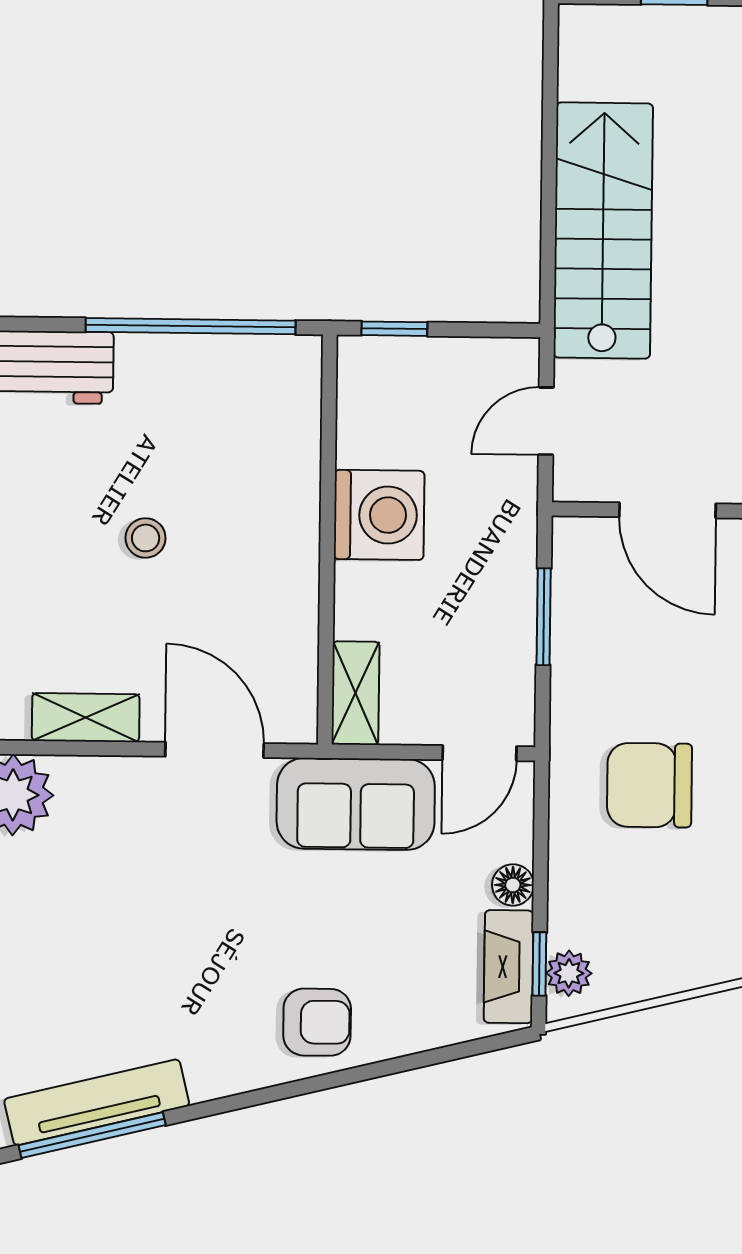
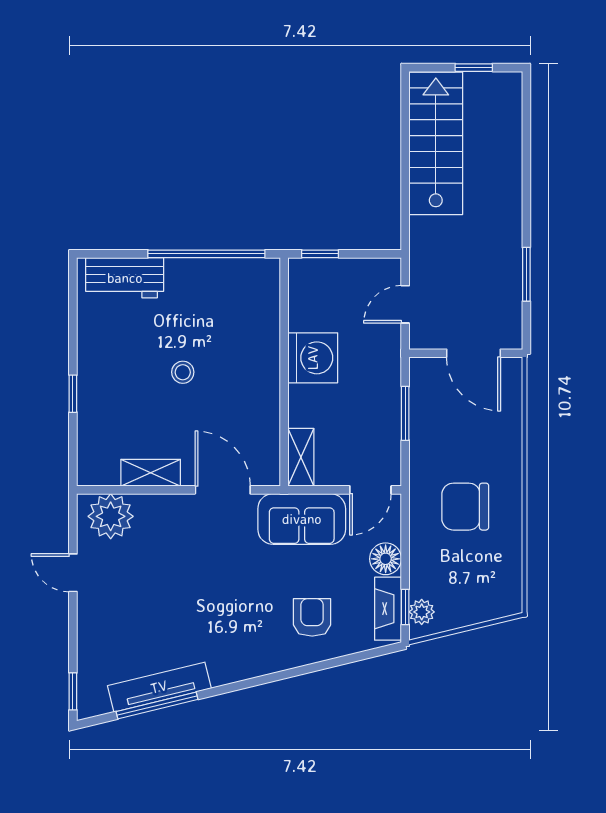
stairs: (603, 230) -> (436, 143), moved
floor lamp: (513, 885) -> (386, 559), width x1.37, depth x1.37
armchair: (317, 1022) -> (312, 617), moved, turned -90

